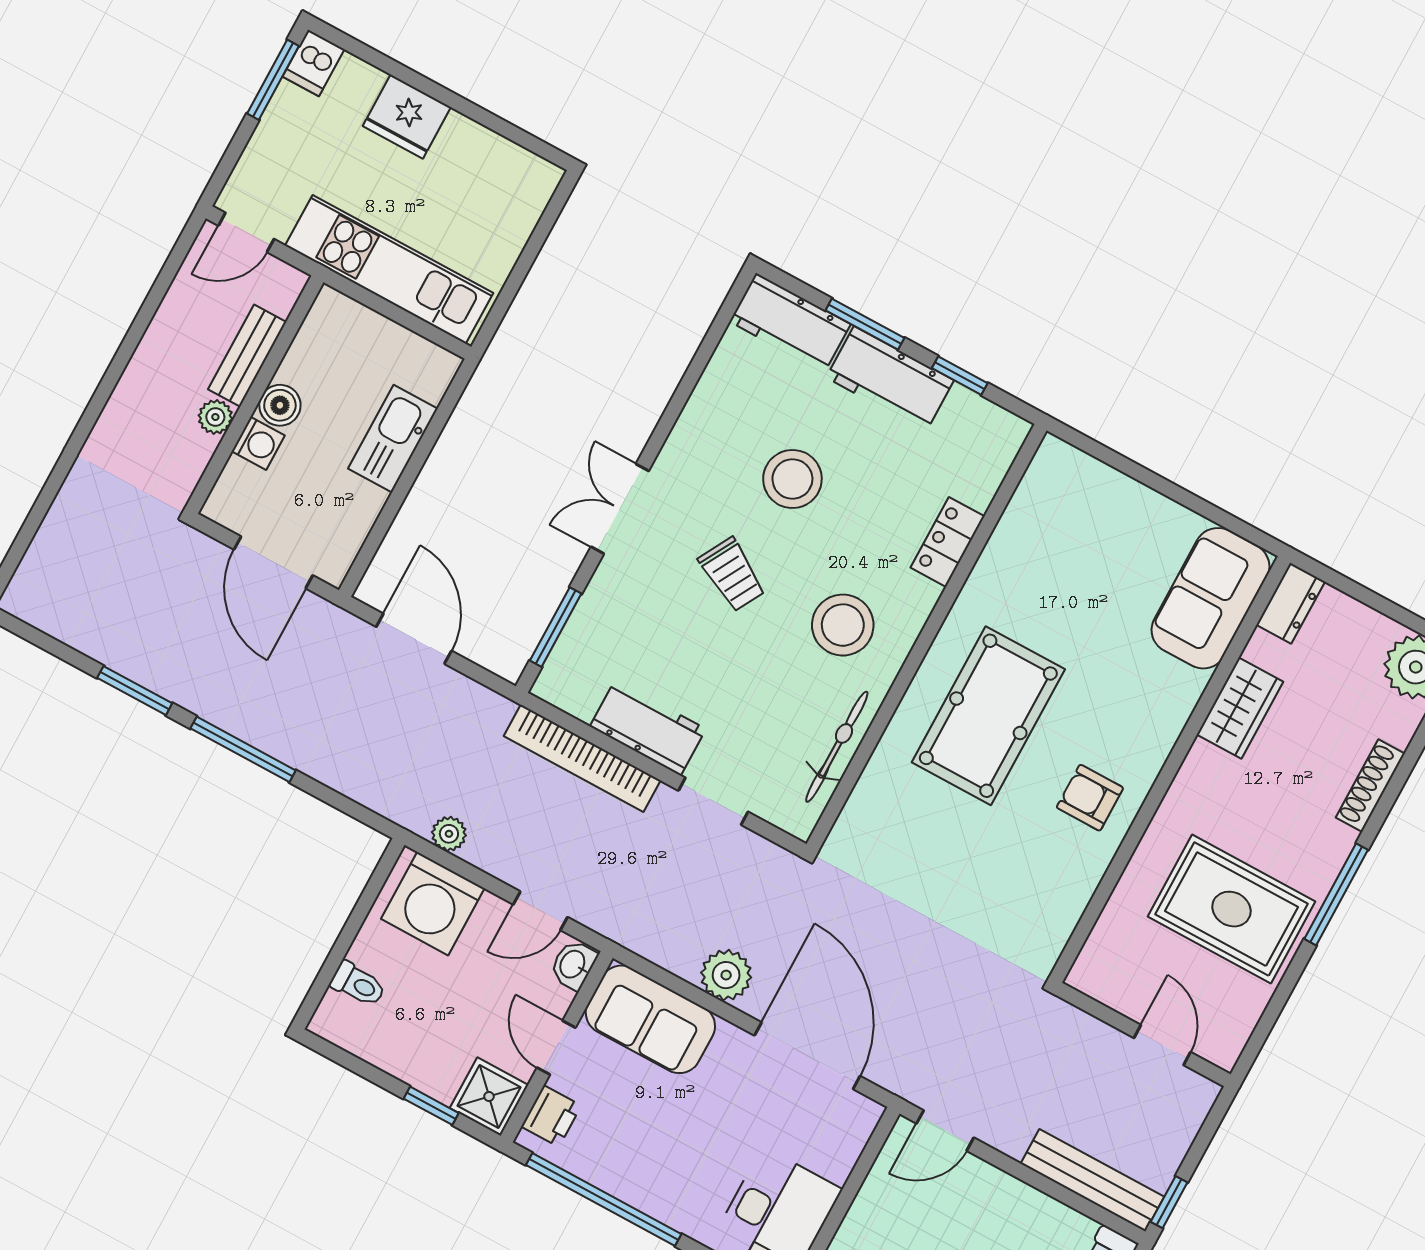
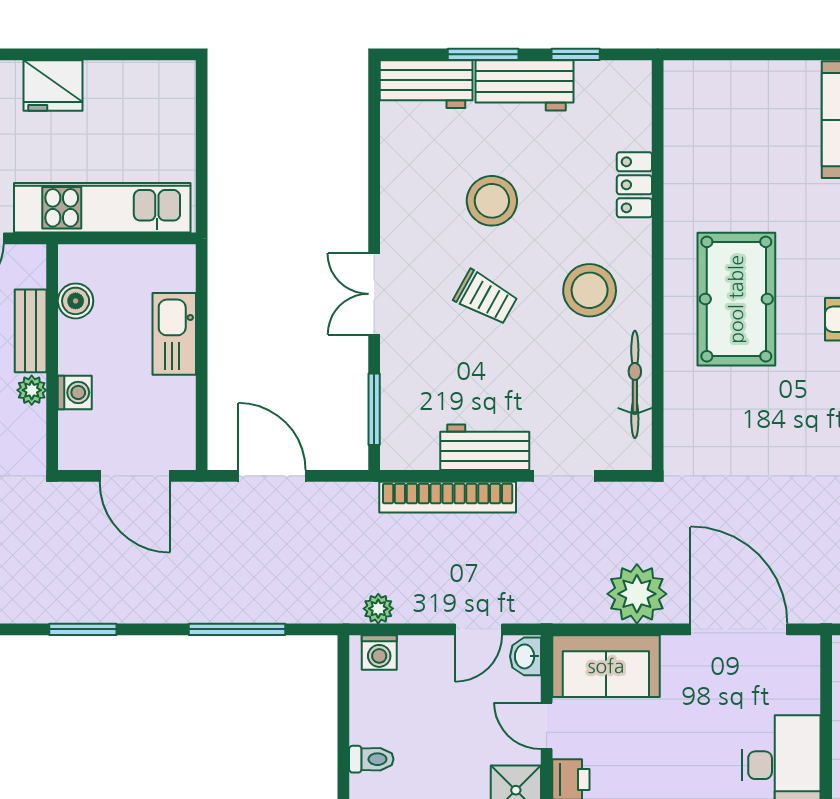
boiler: (280, 405) -> (76, 301), moved
window: (243, 749) -> (237, 629), moved
washing machine: (433, 904) -> (379, 652), width x0.53, depth x0.53
plant: (726, 975) -> (637, 594), width x1.36, depth x1.36

